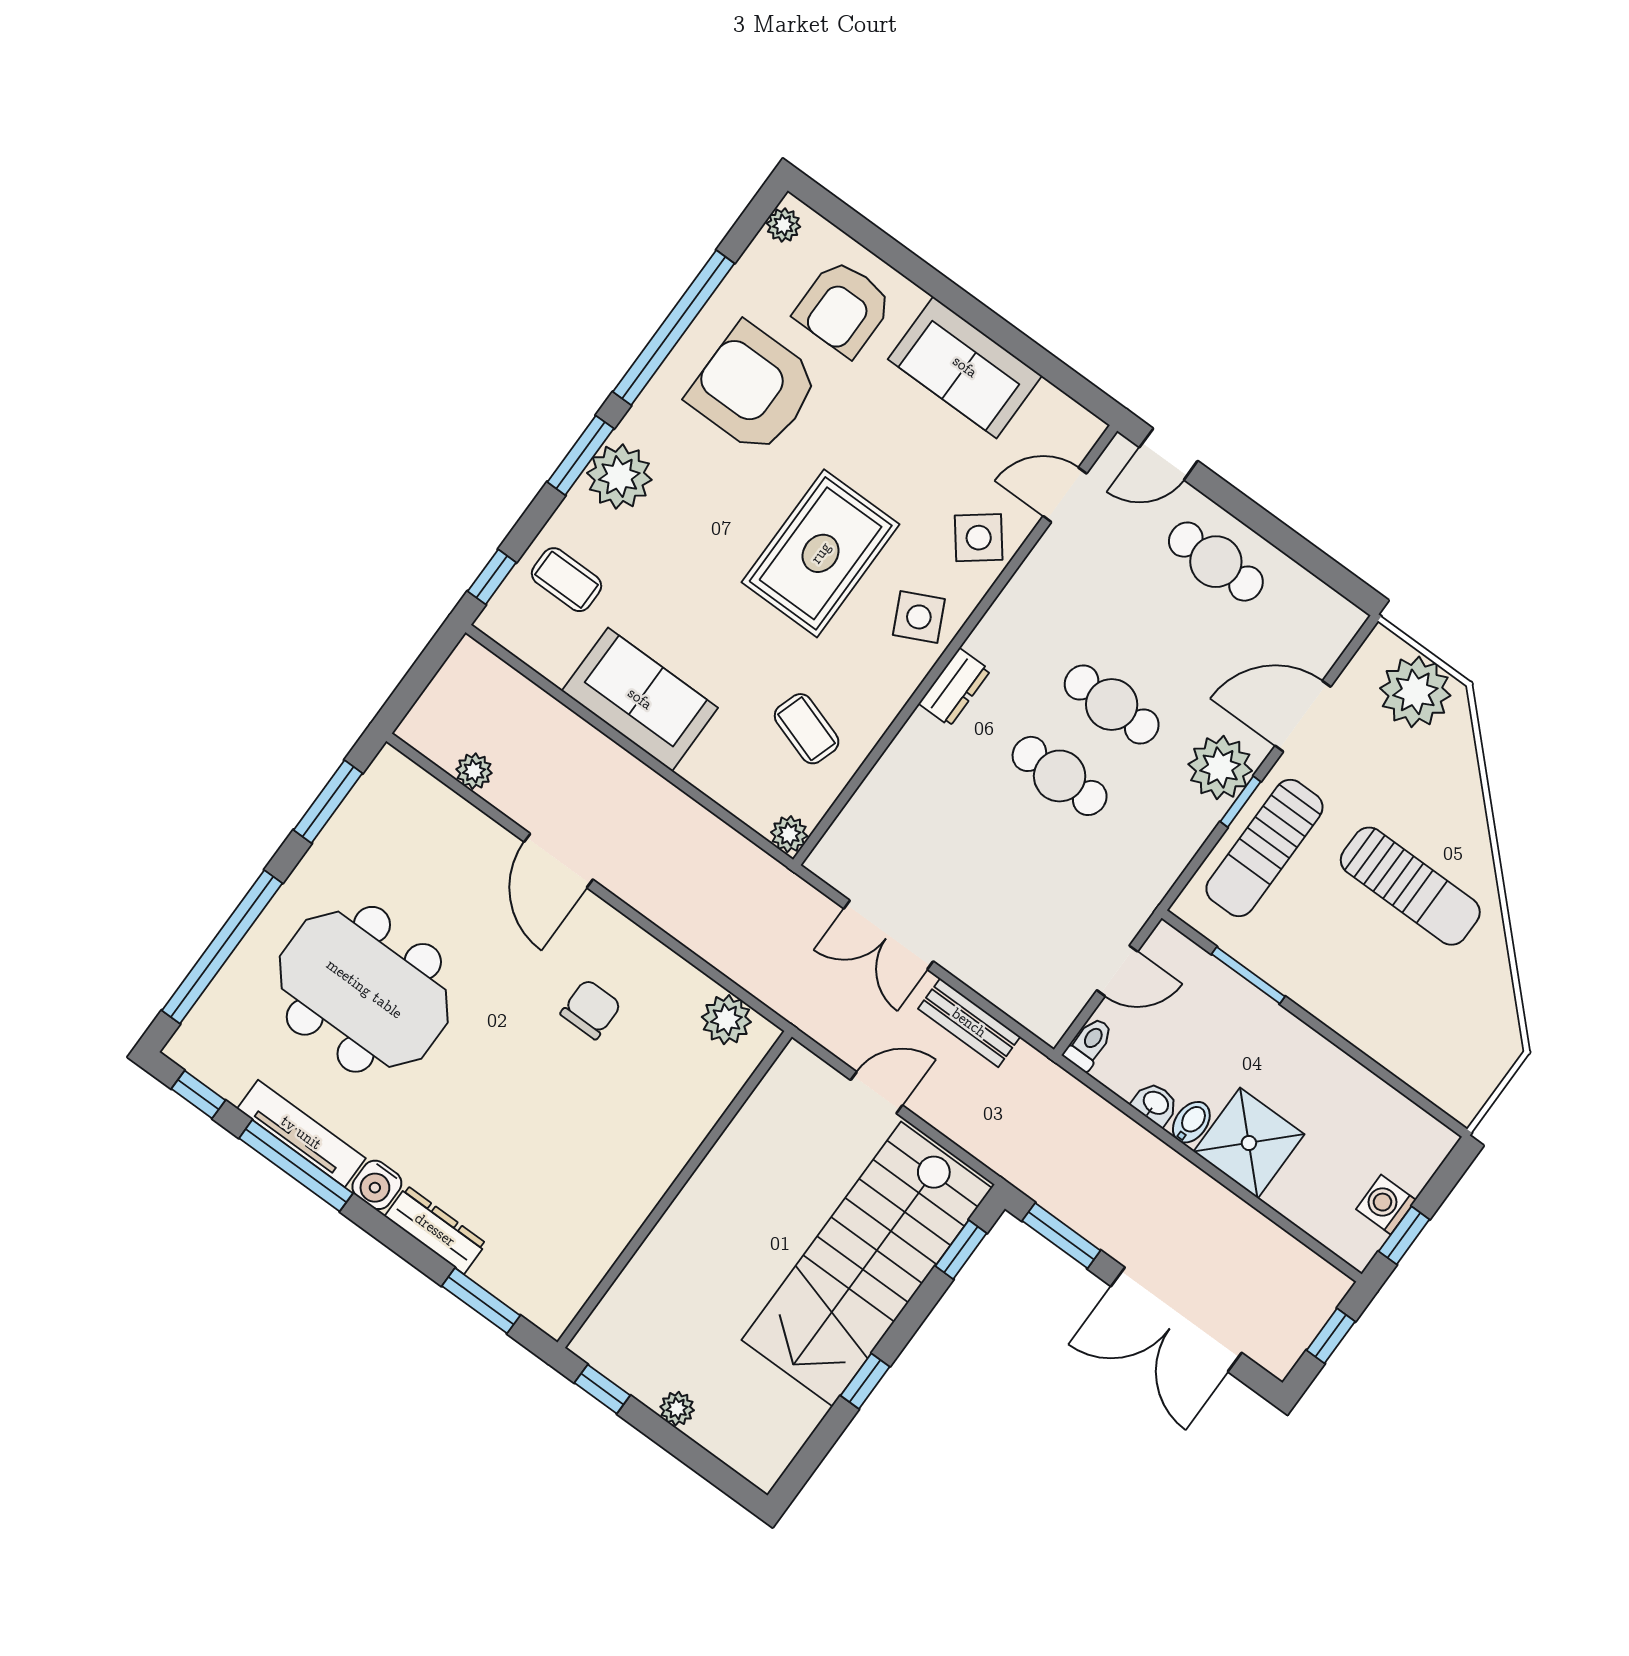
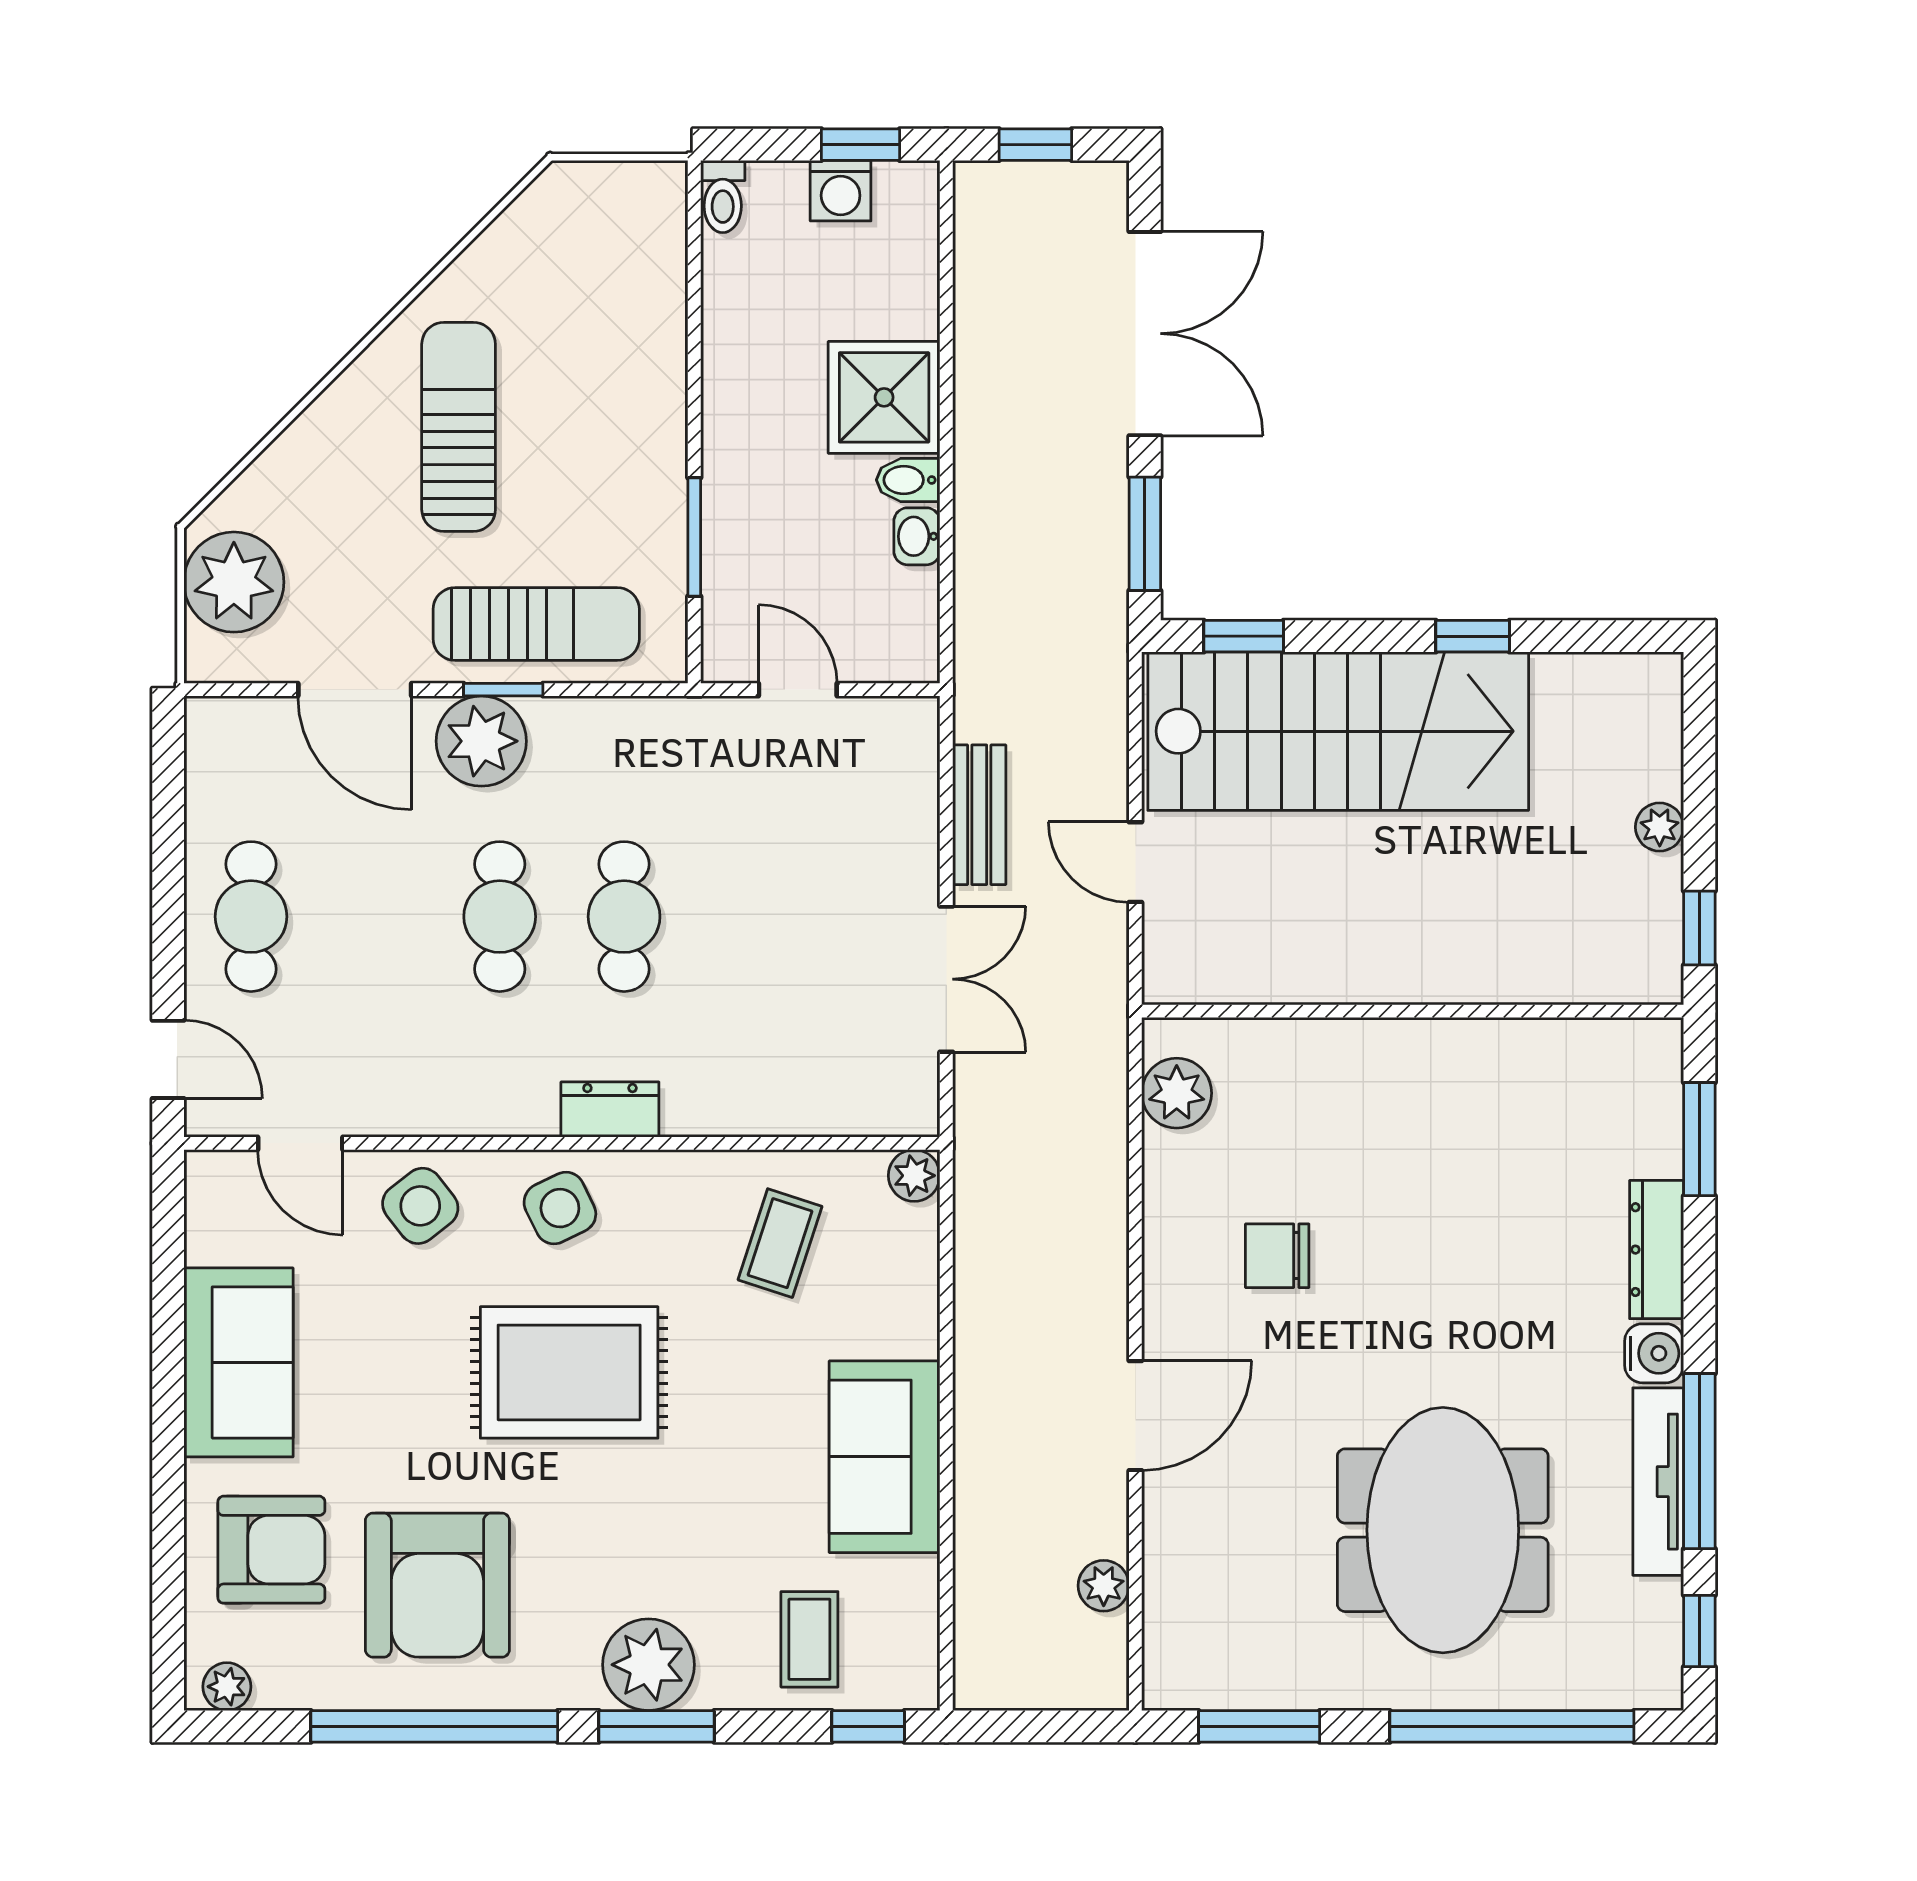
toilet: (1089, 1044) -> (723, 196), moved, turned -90

